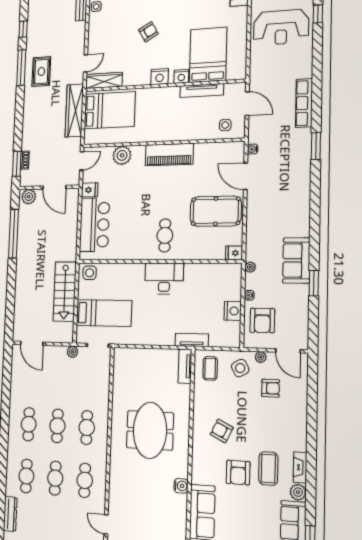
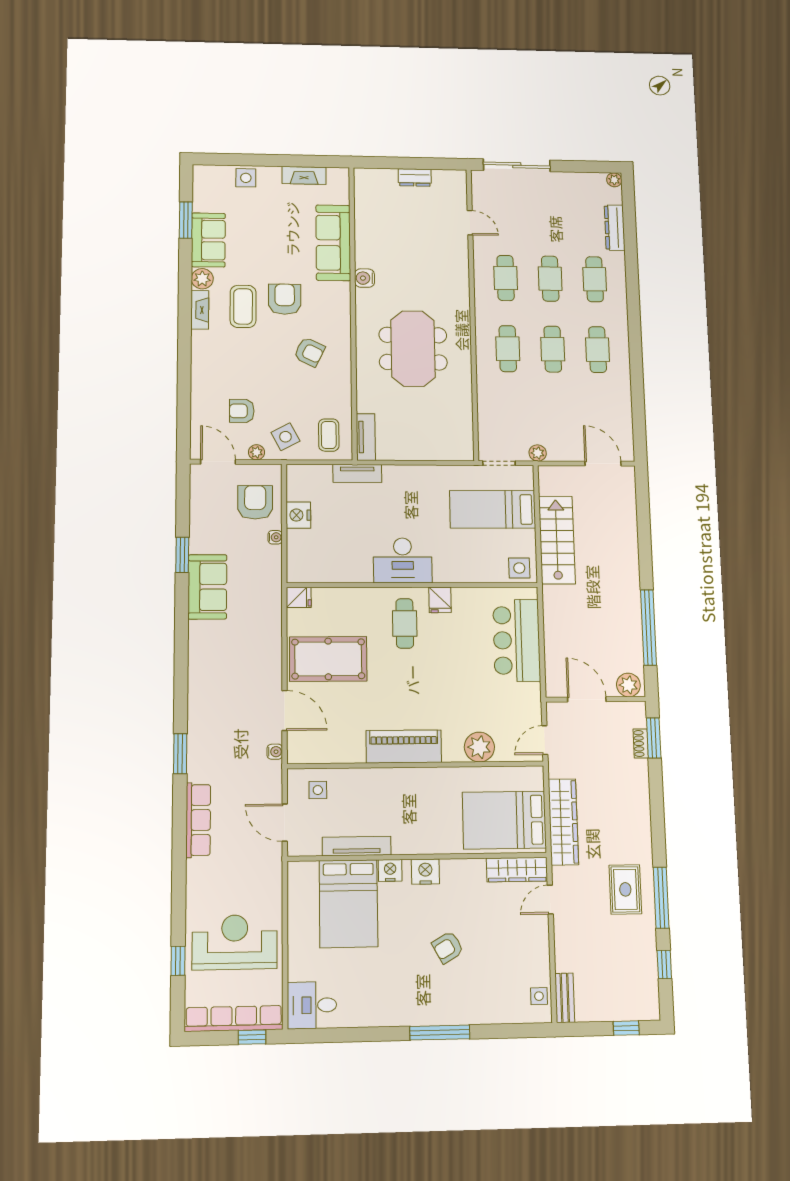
fridge: (90, 190) -> (440, 600), moved, turned -90
plant: (250, 267) -> (274, 577), removed

